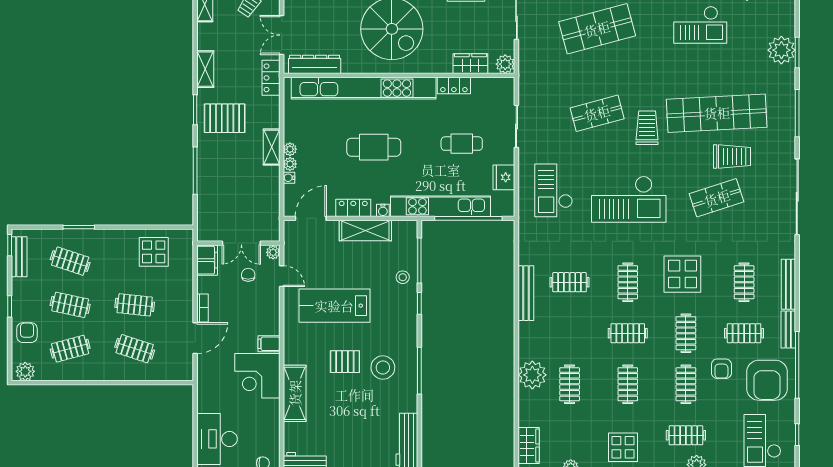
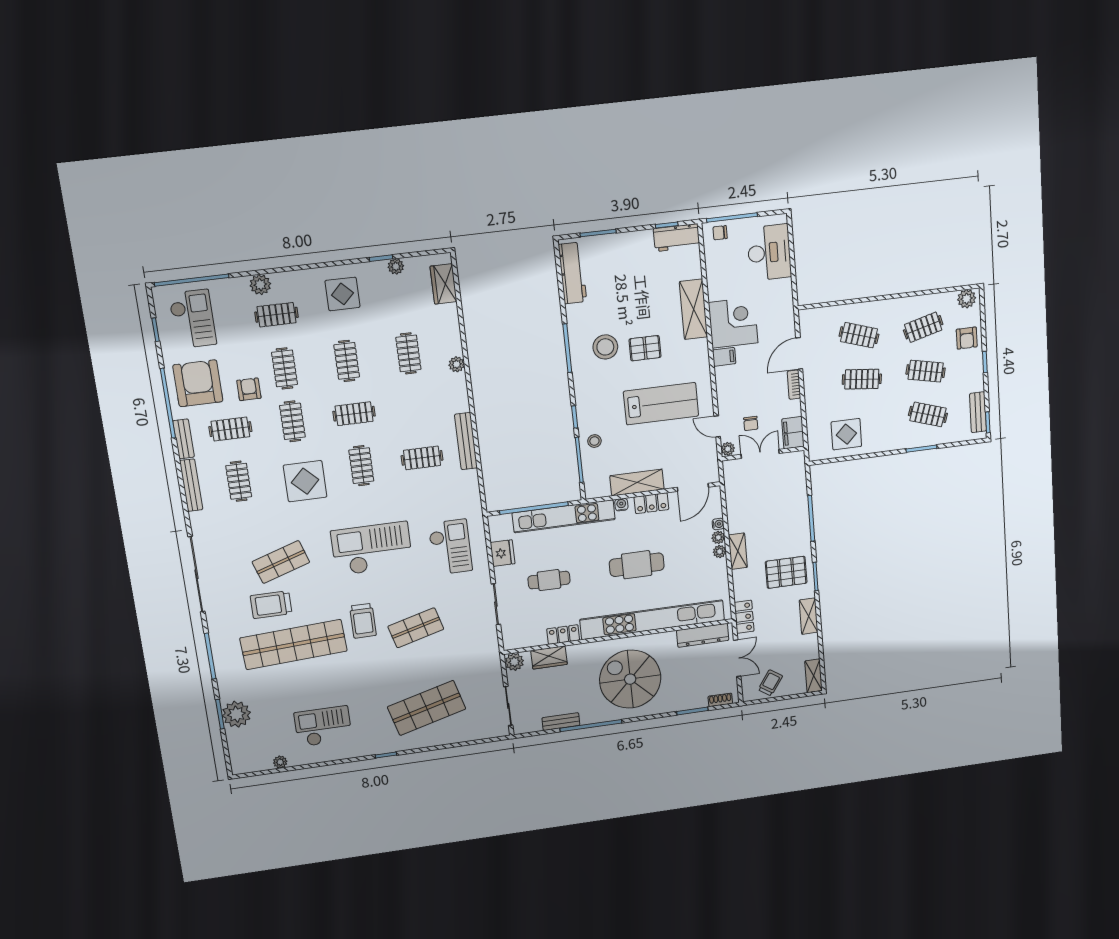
plant: (532, 375) -> (457, 364), width x0.53, depth x0.53

